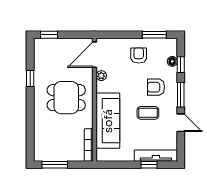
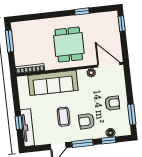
armchair: (156, 87) -> (87, 121), turned -93

